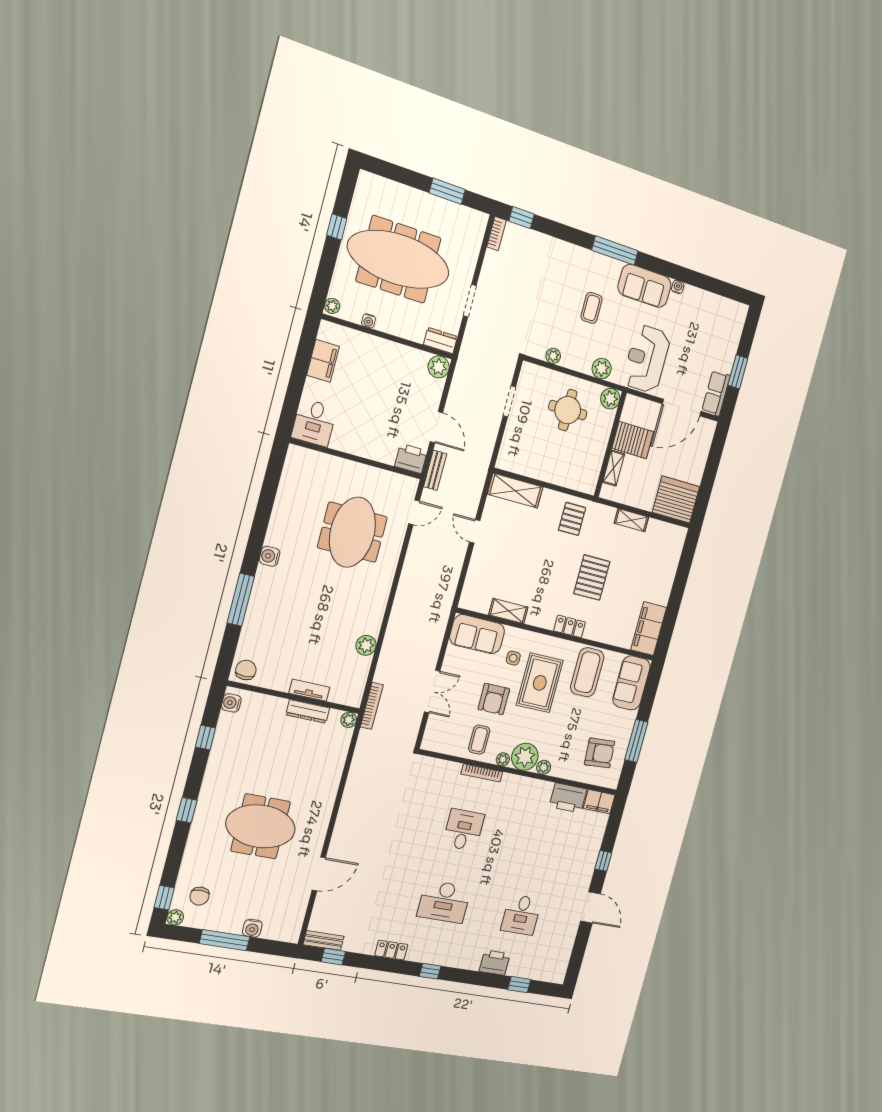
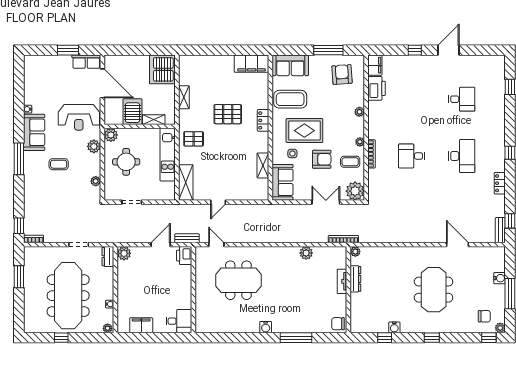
kitchen unit: (561, 475) -> (168, 155), added
water cooler: (231, 703) -> (394, 327), moved
plant: (525, 757) -> (355, 191), moved
printer: (495, 963) -> (497, 109), removed

